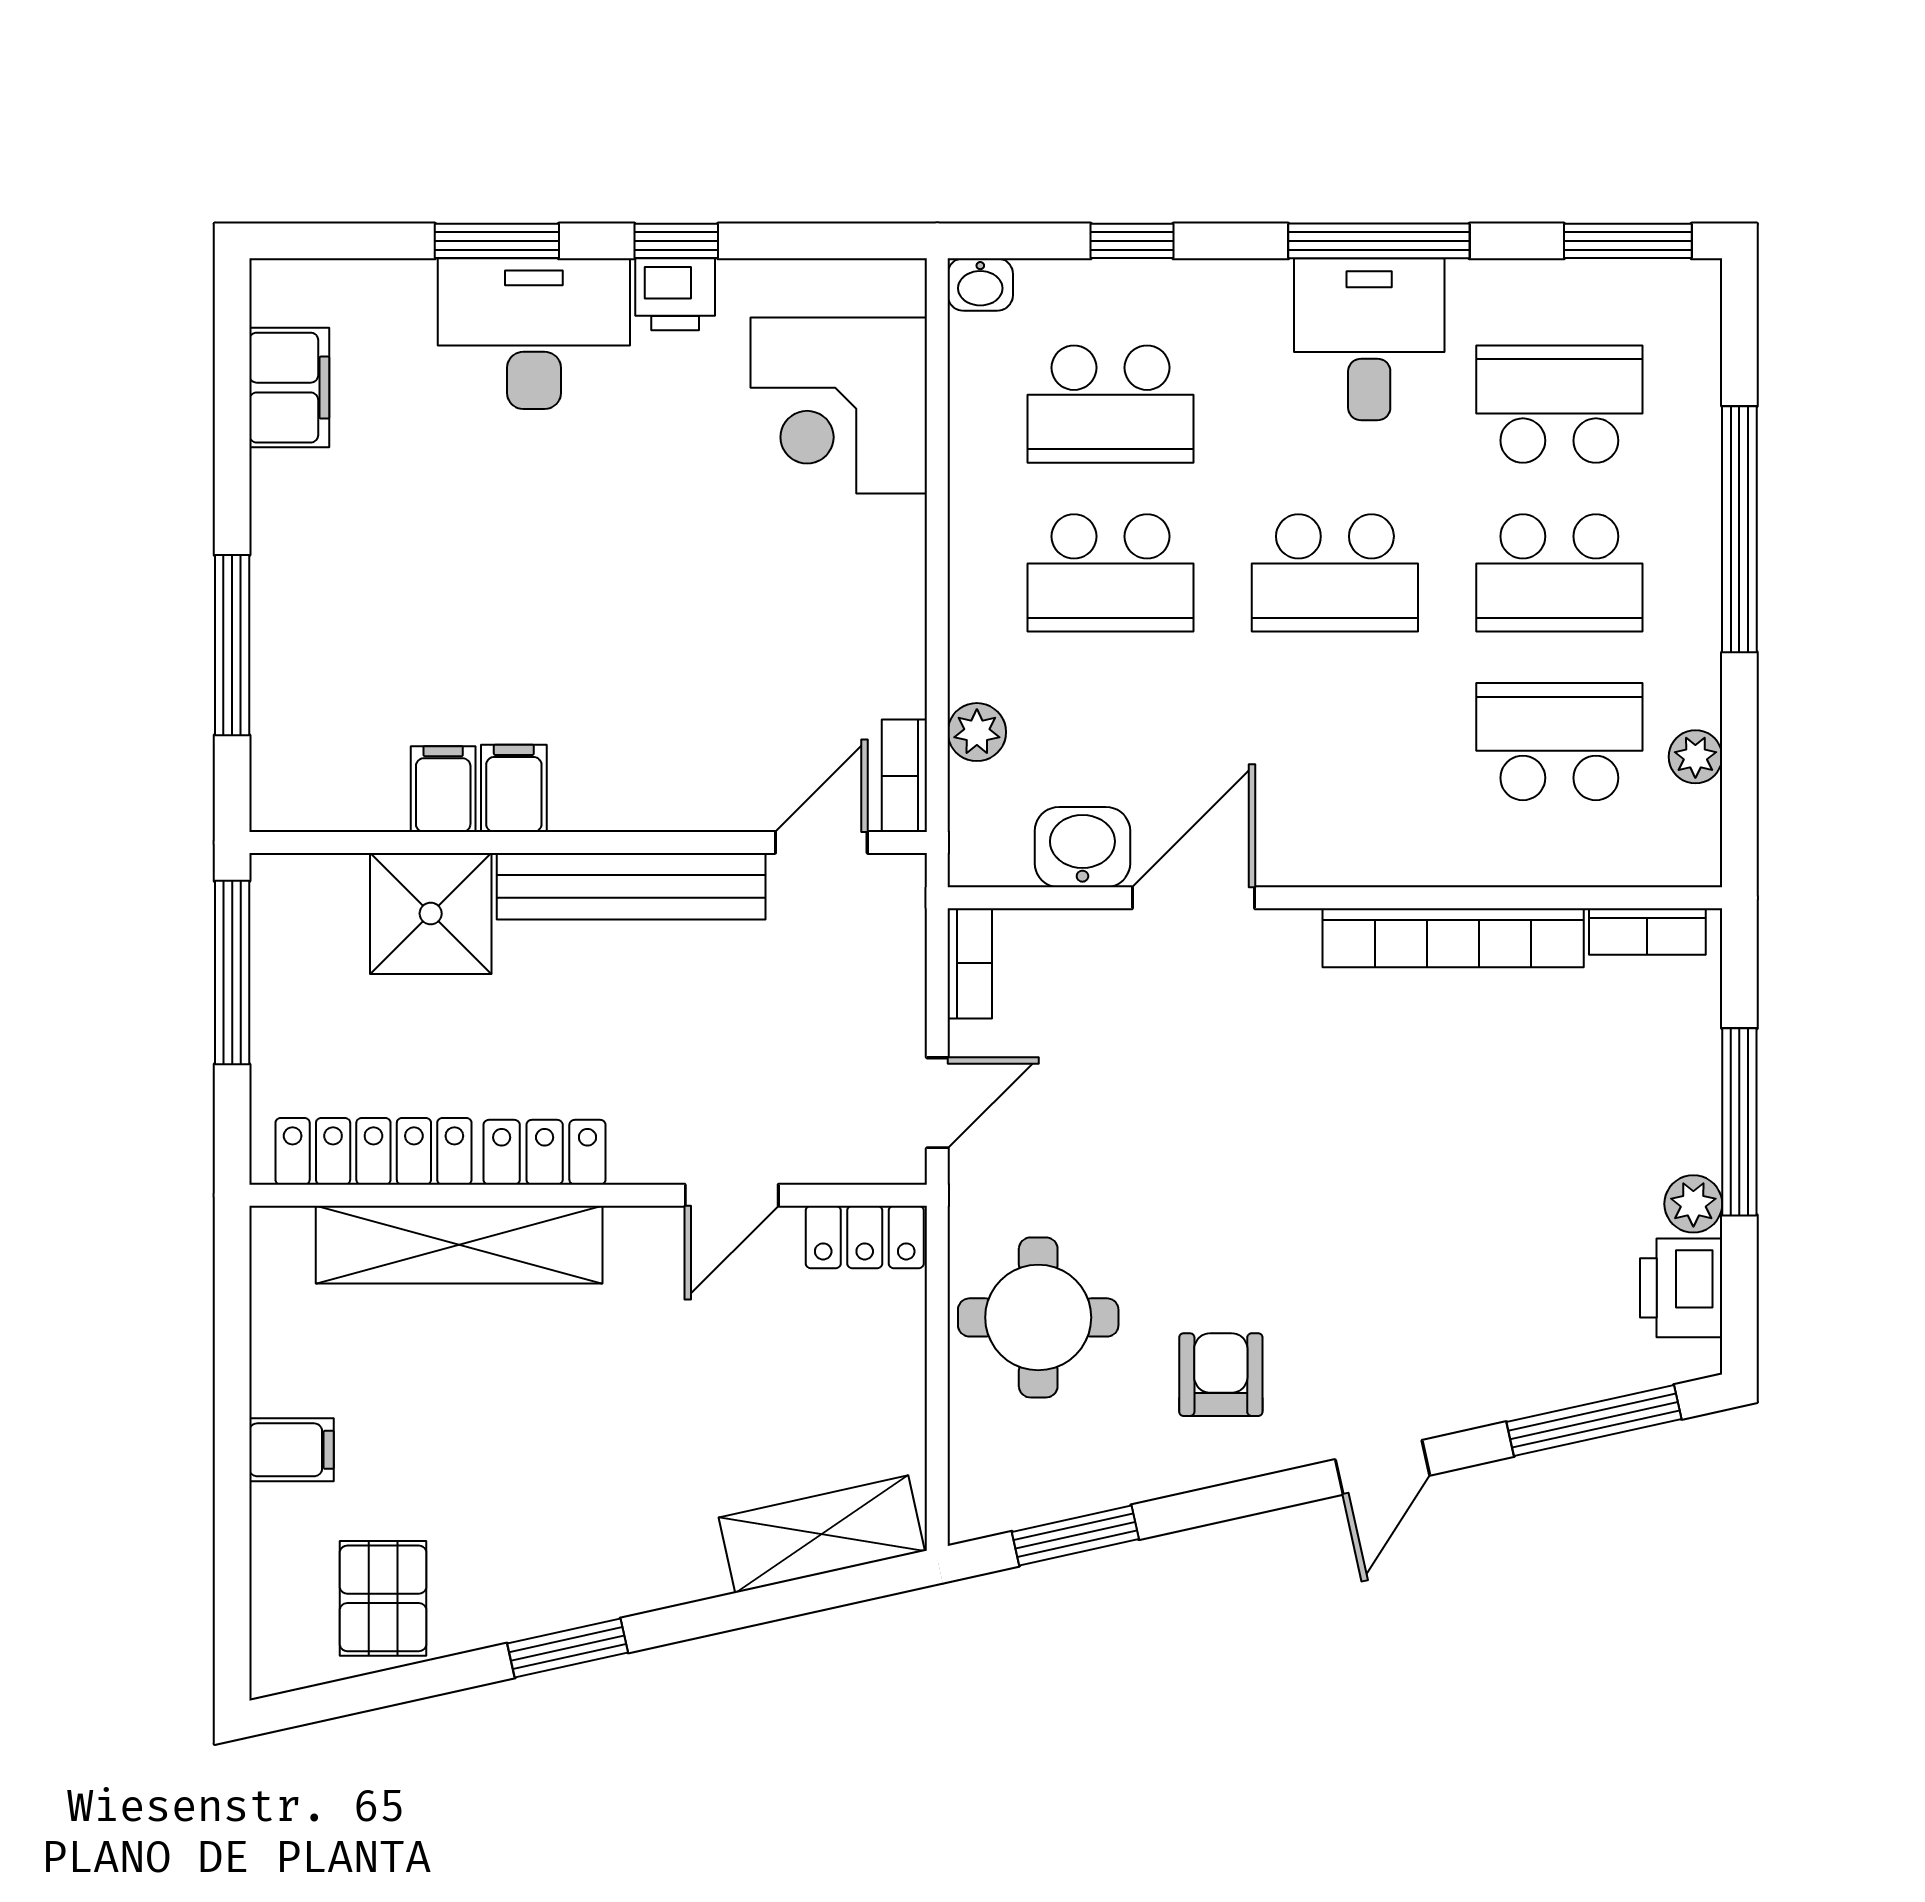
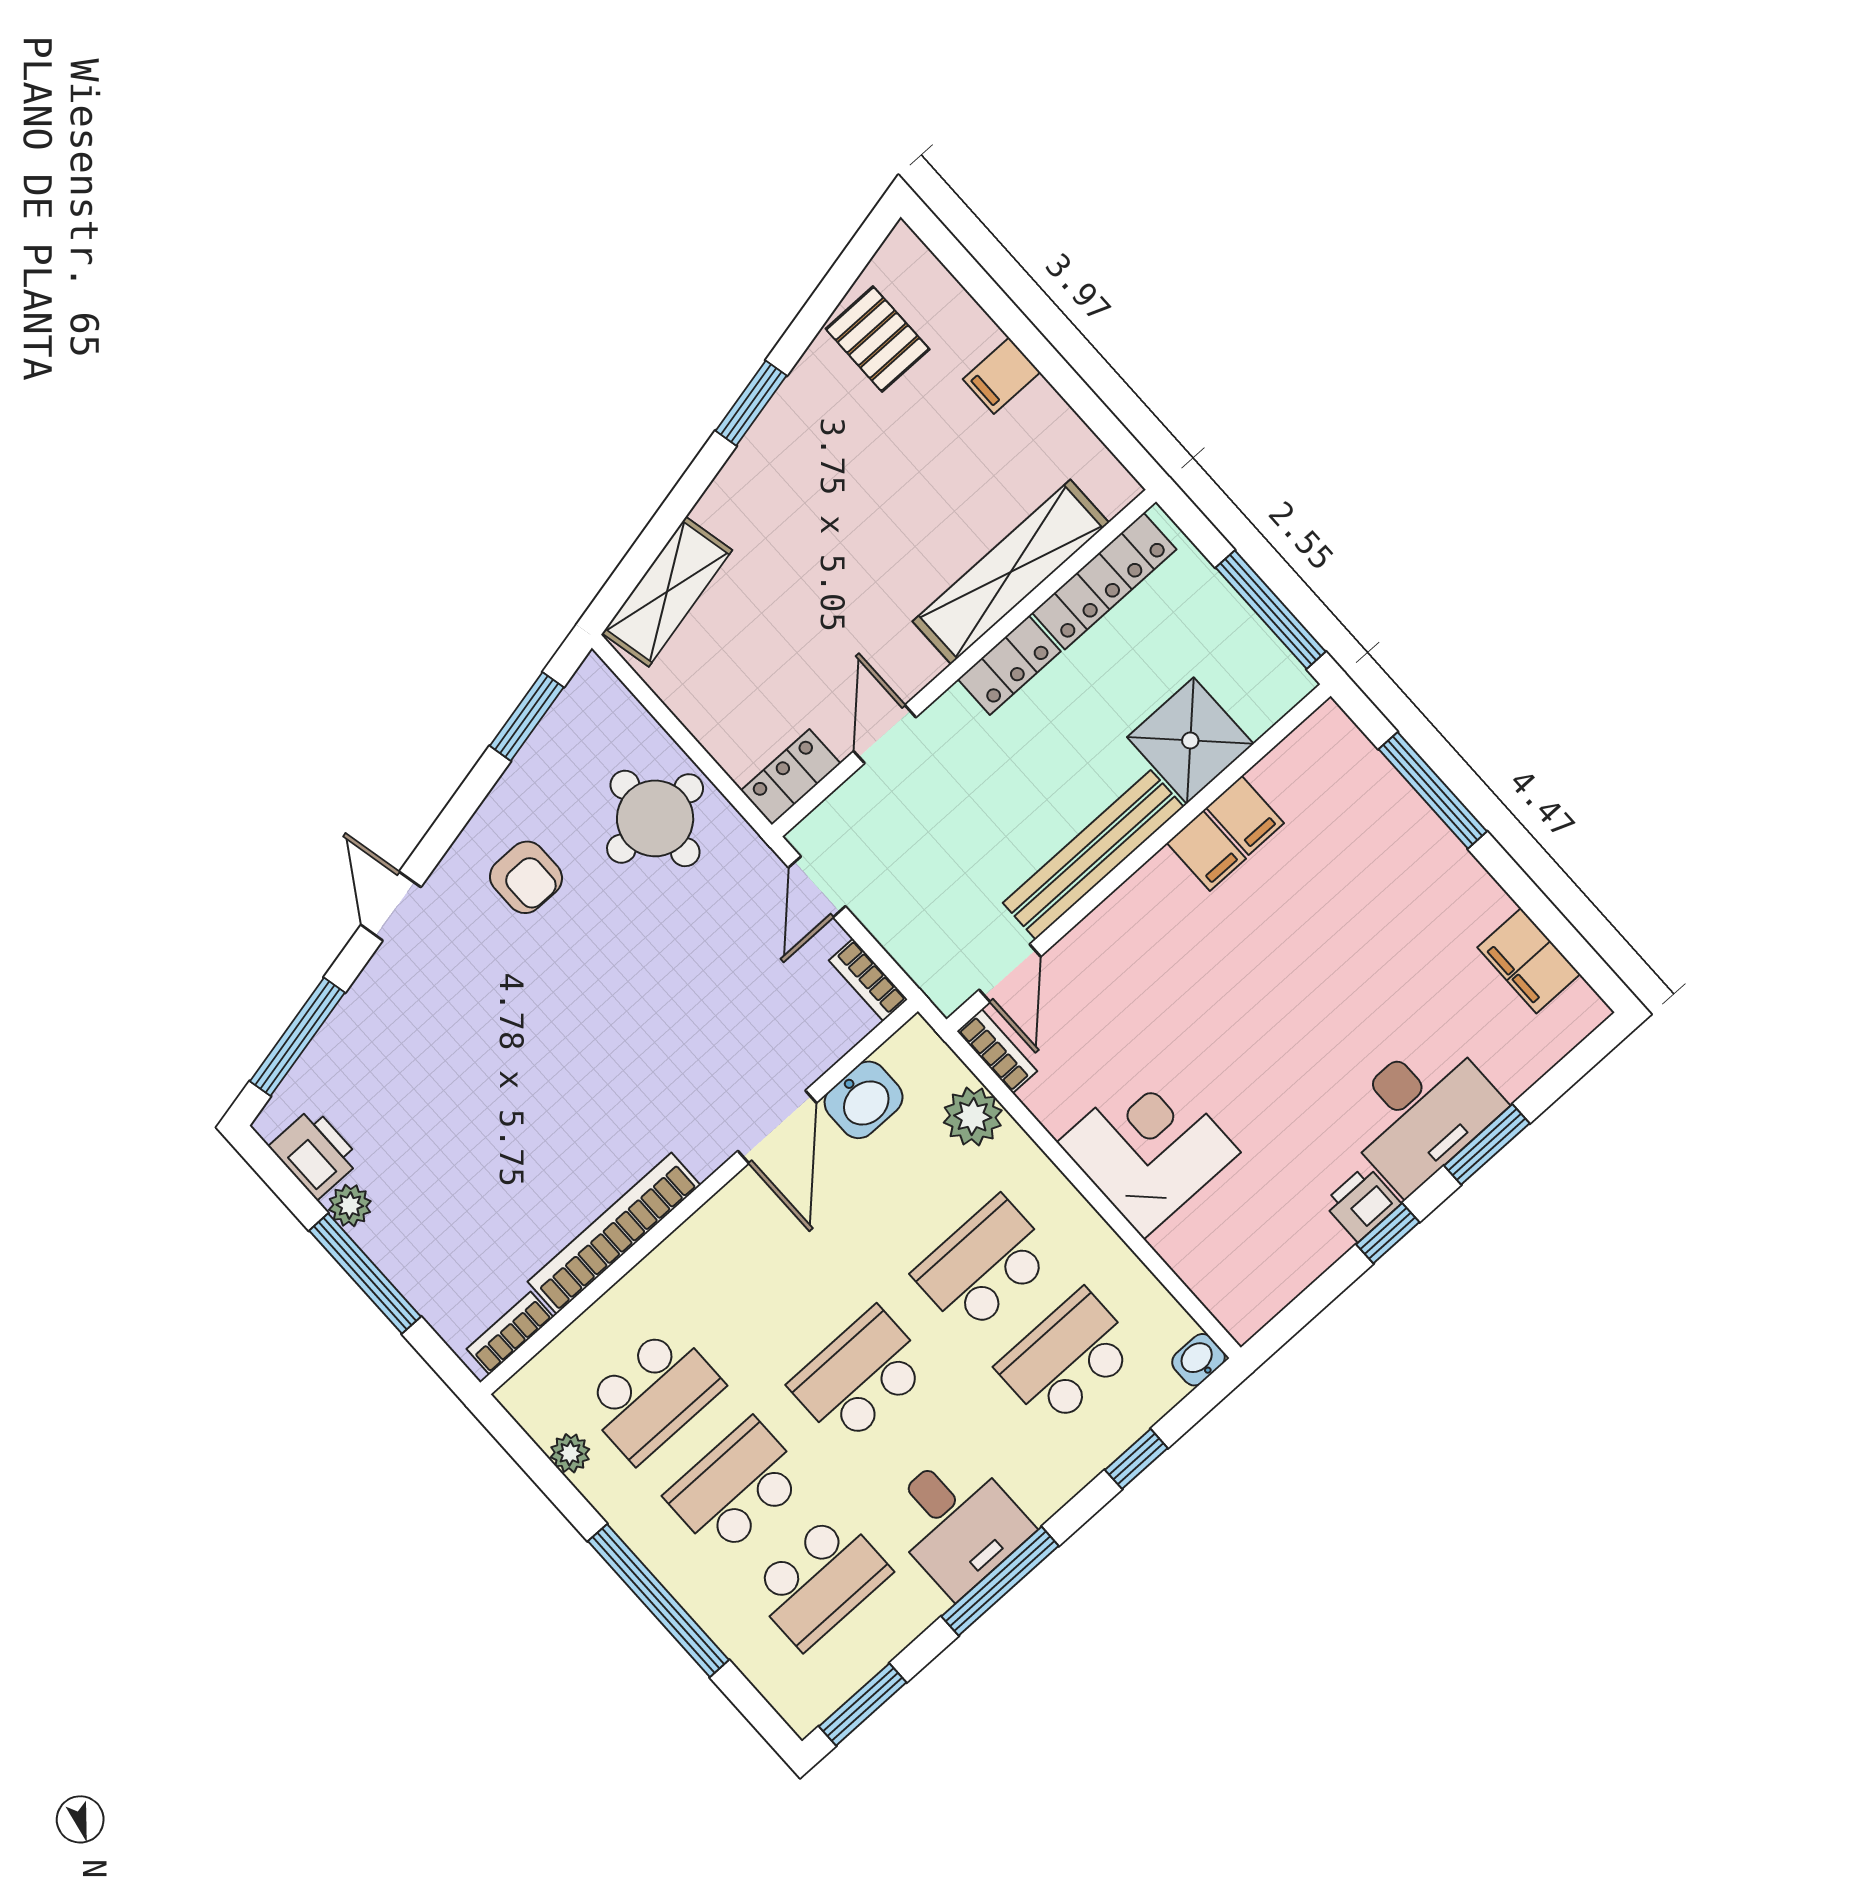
corner desk: (839, 405) -> (1149, 1147), moved
plant: (977, 732) -> (973, 1116), width x1.38, depth x1.38

